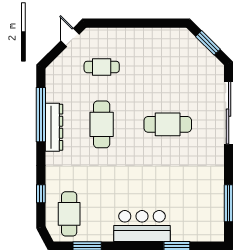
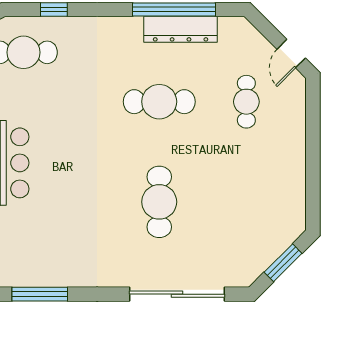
door: (70, 37) -> (291, 54), swing flipped
dresser: (54, 127) -> (181, 29), moved

